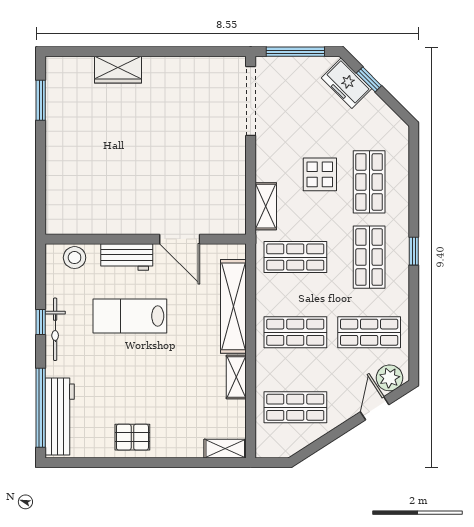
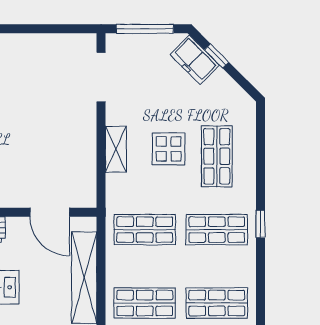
doorway: (251, 101) -> (101, 77), width x0.73
shelving: (266, 206) -> (116, 149), moved
door: (180, 239) -> (50, 212), moved
shop shelf: (369, 257) -> (217, 230), turned 90

